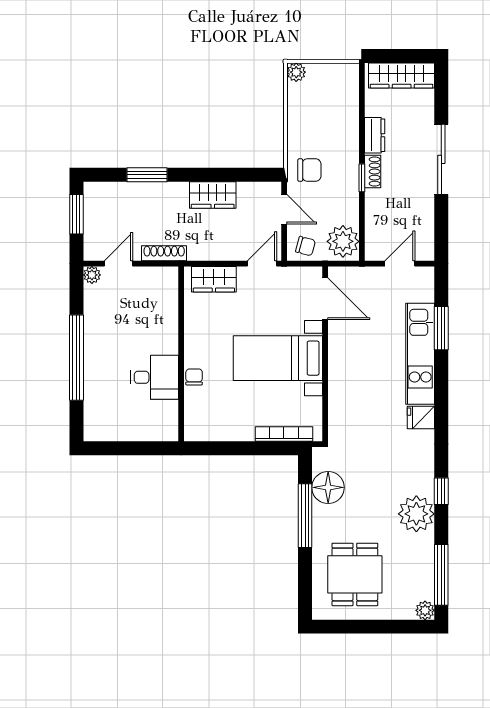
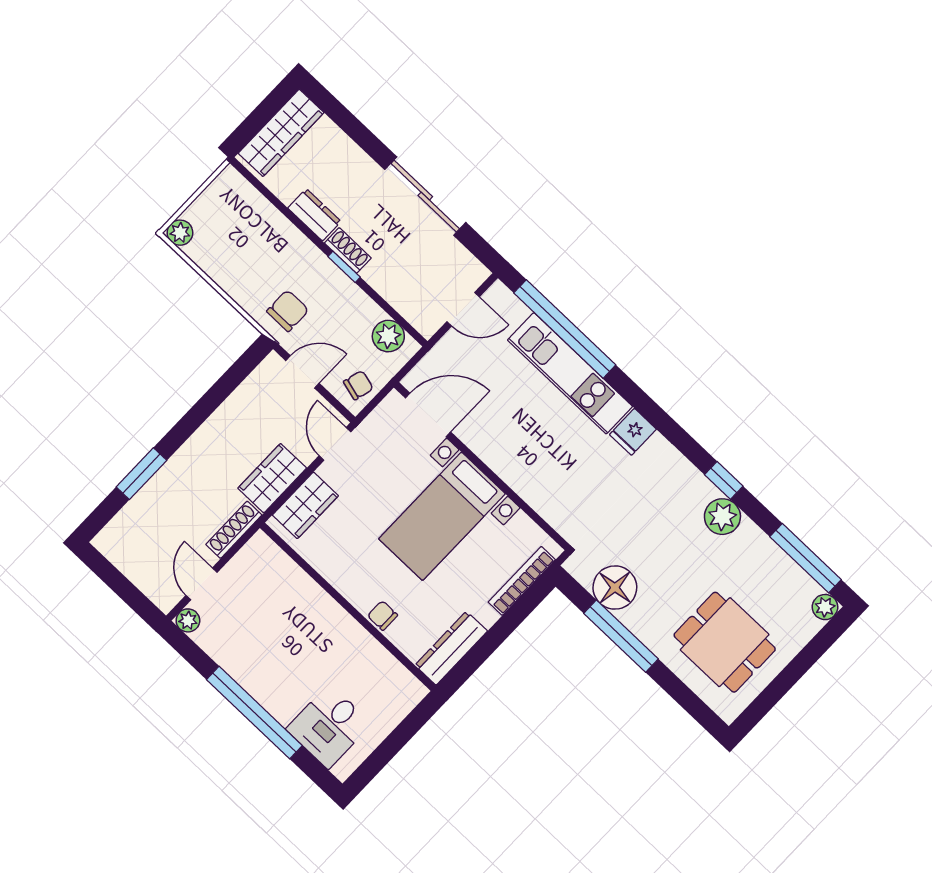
sliding door: (441, 159) -> (425, 196), moved
wardrobe: (213, 195) -> (272, 478), moved, turned 180
window: (76, 214) -> (114, 579), removed
plant: (343, 241) -> (388, 336), width x0.73, depth x0.73
door: (400, 264) -> (463, 309), swing flipped
window: (441, 328) -> (565, 329), width x2.11
desk: (155, 377) -> (329, 726), moved, turned 180
dresser: (212, 431) -> (451, 648), added
plant: (416, 514) -> (722, 517), width x0.73, depth x0.73

